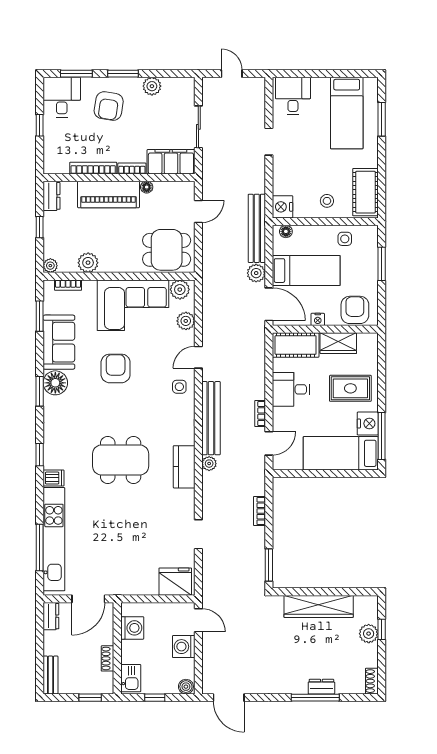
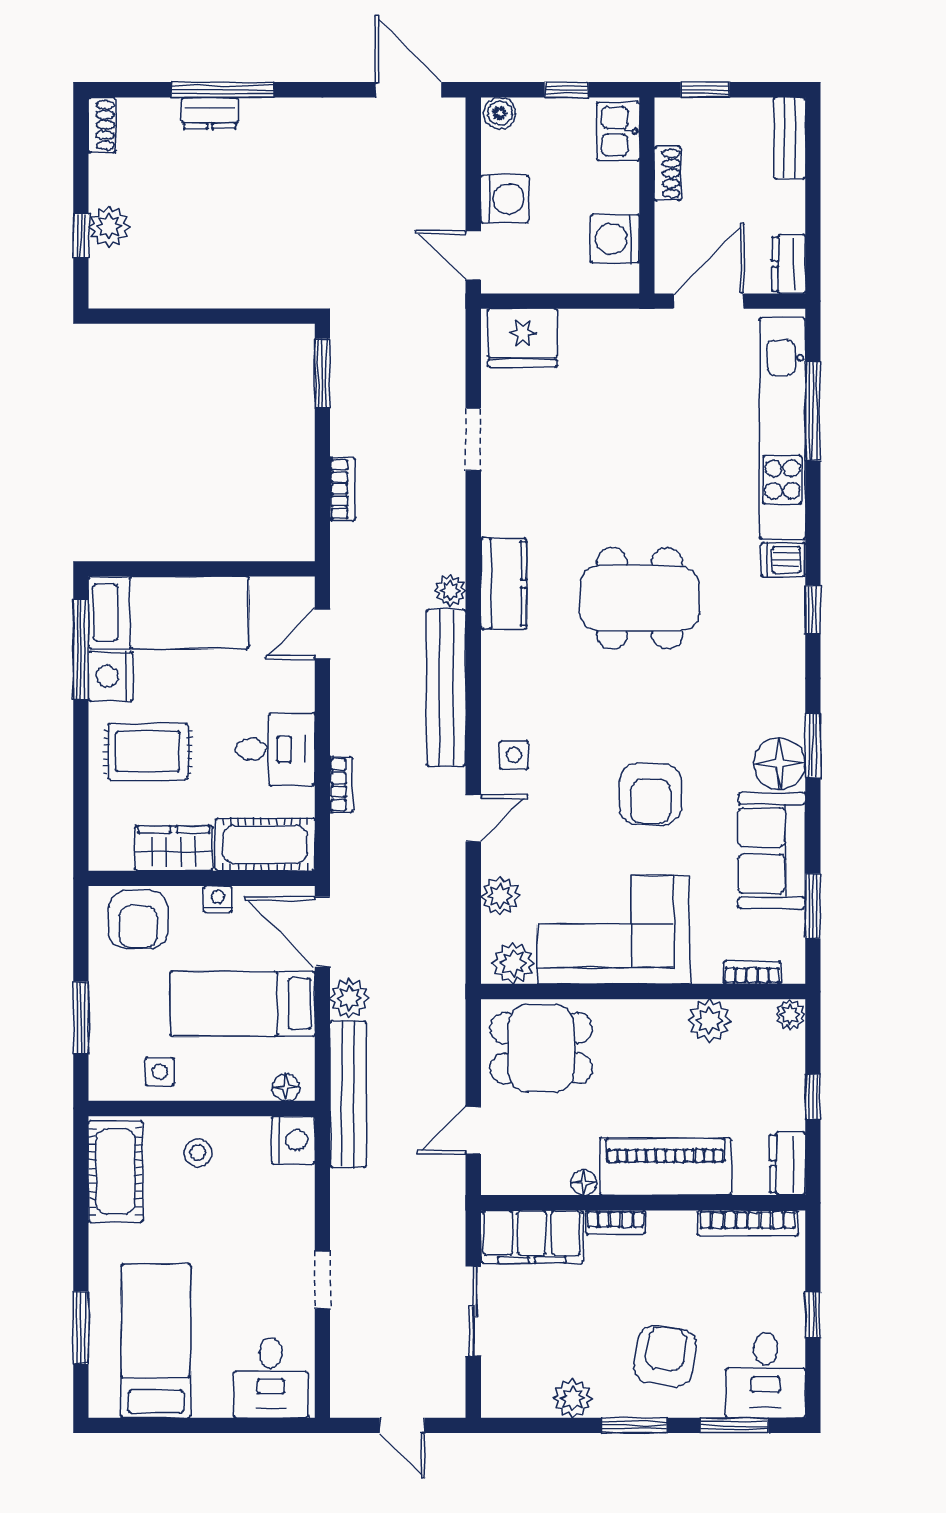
bookcase: (93, 168) -> (748, 1223), moved
bookcase: (260, 414) -> (341, 785), moved
wardrobe: (319, 606) -> (216, 285), removed

